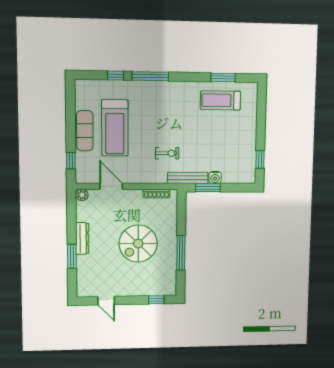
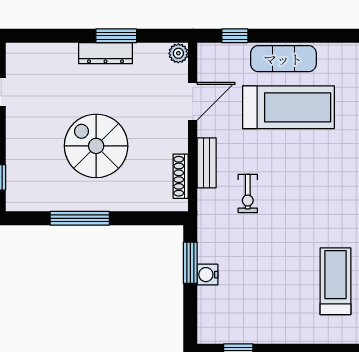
treadmill: (115, 128) -> (288, 107), turned 180
bench: (188, 178) -> (207, 163), moved, width x0.73
window: (72, 256) -> (116, 36), moved

